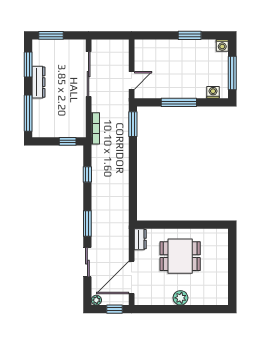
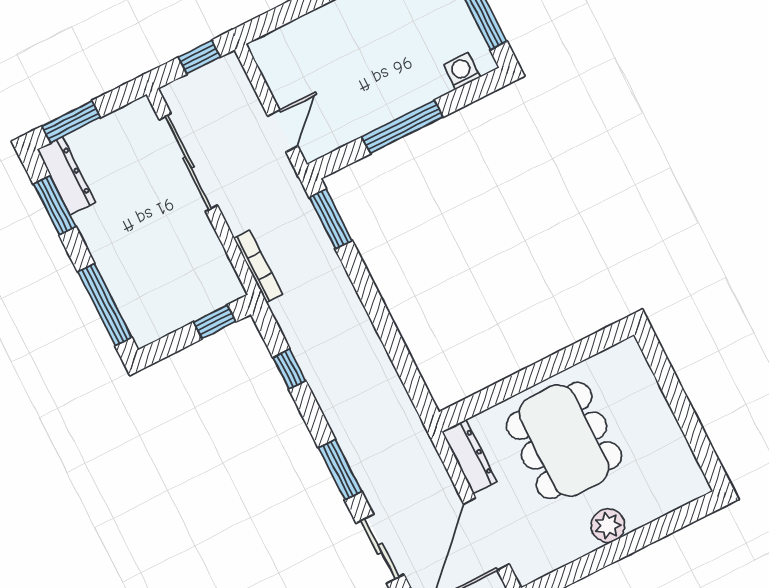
window: (114, 35) -> (199, 57), added
dresser: (39, 82) -> (66, 176), moved
dresser: (140, 239) -> (470, 457), width x1.44
dining table: (180, 256) -> (564, 441), width x1.37

